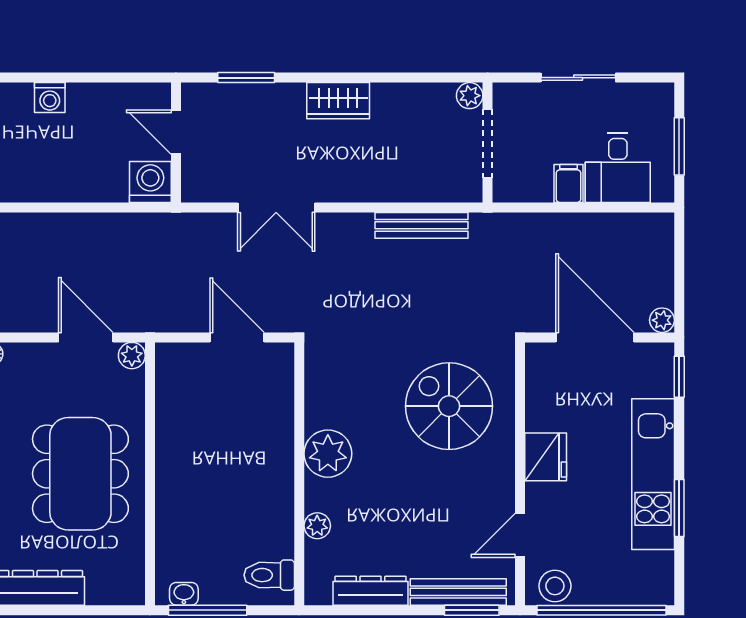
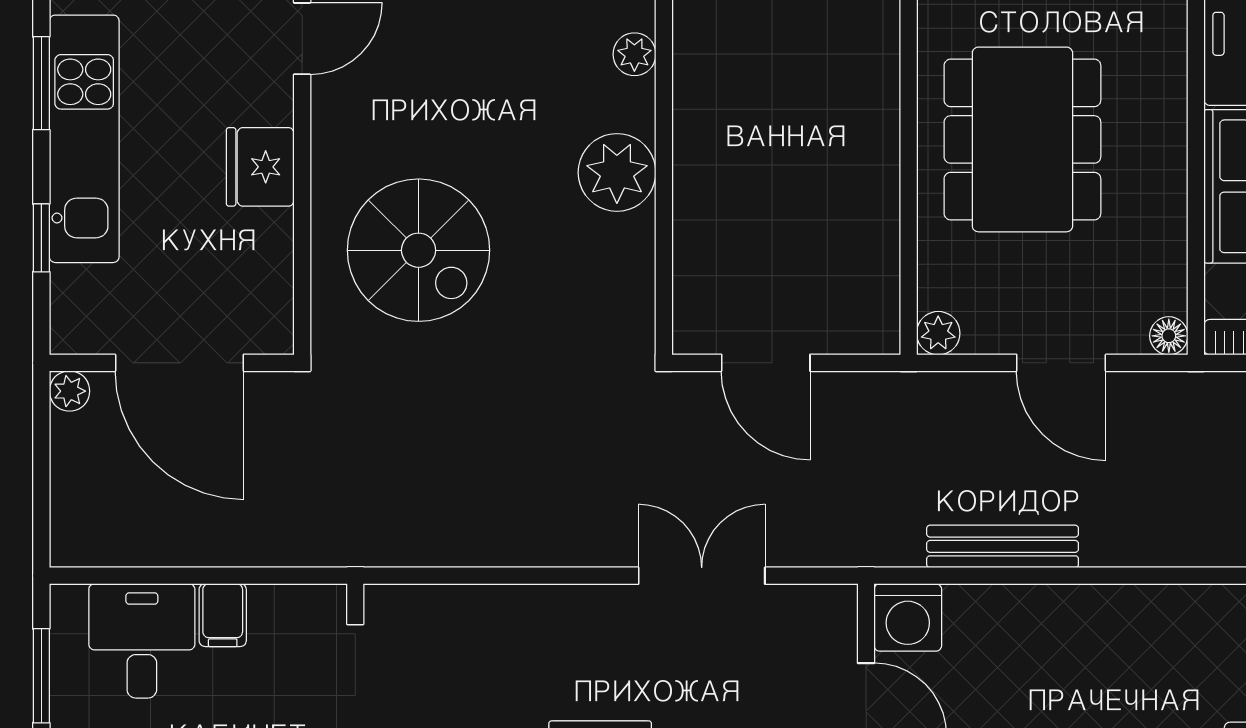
bench: (422, 225) -> (1003, 546), moved
door: (86, 337) -> (1061, 363), moved
window: (679, 377) -> (41, 238), moved

